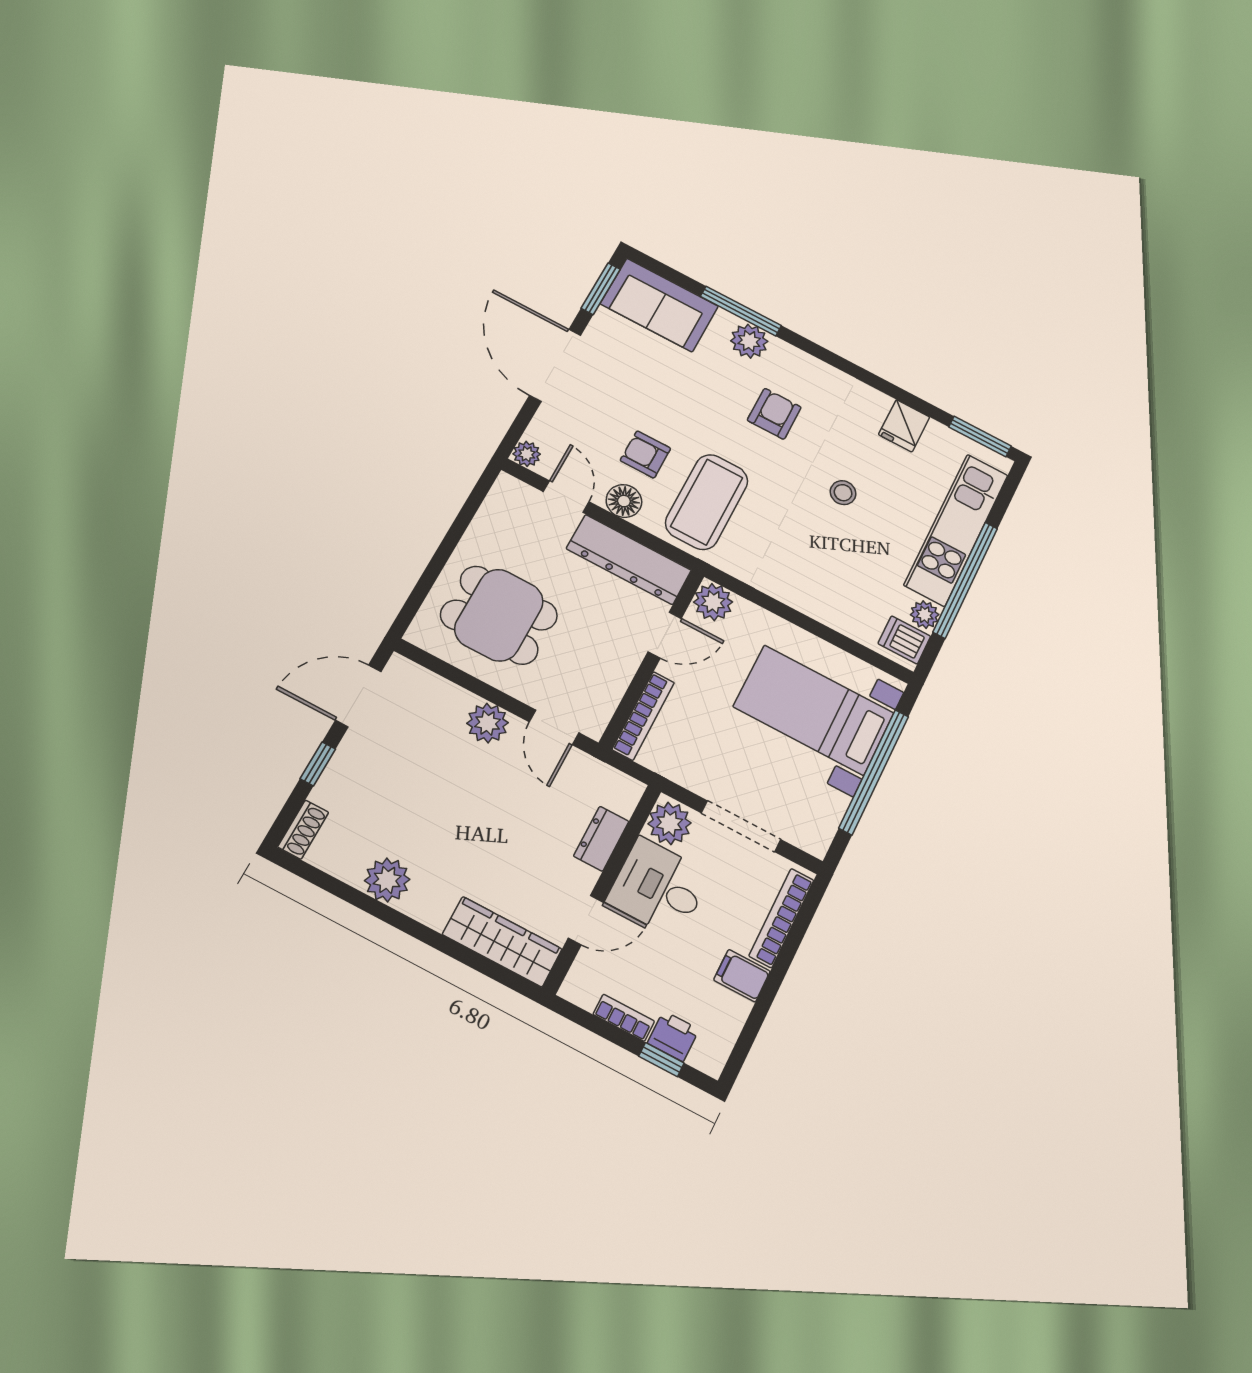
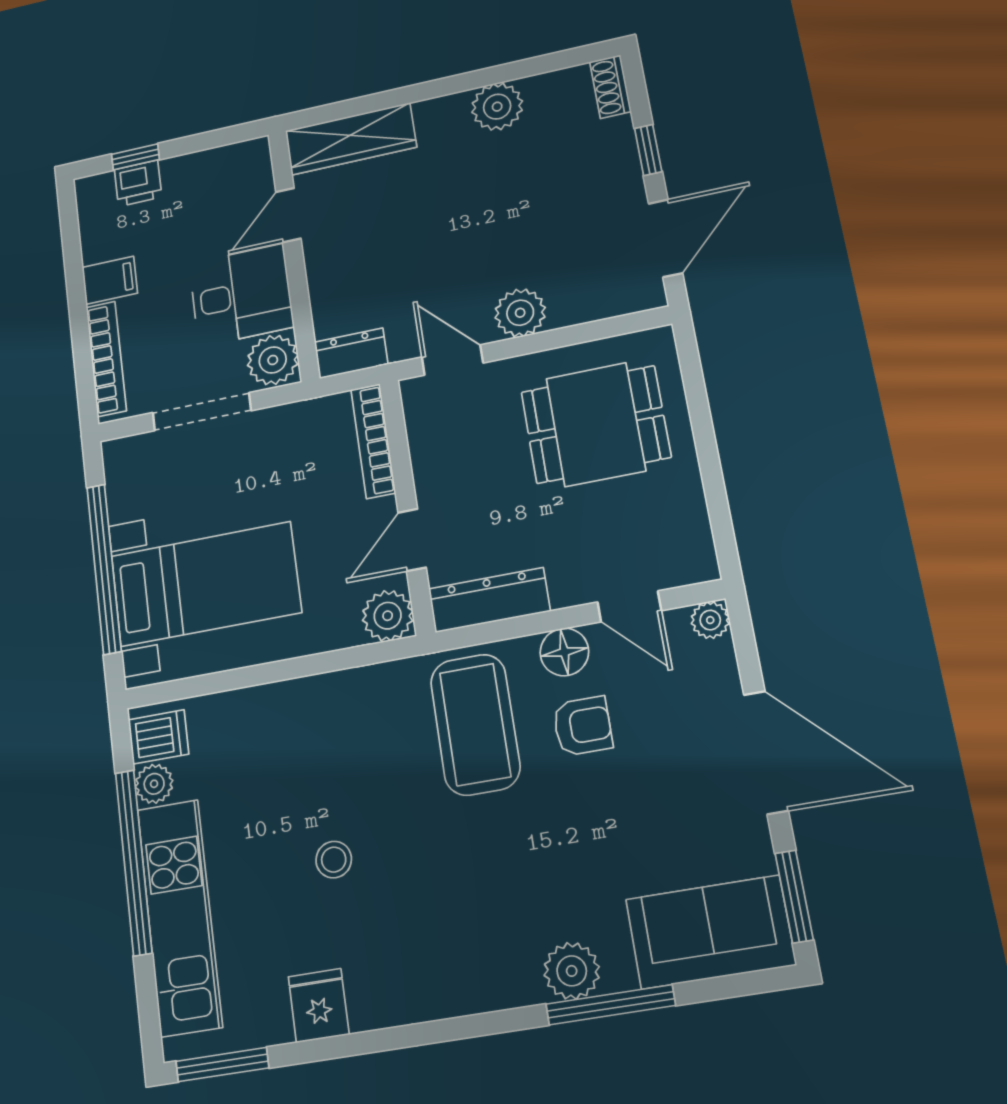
armchair: (774, 414) -> (477, 897), removed
dresser: (629, 559) -> (489, 600), width x0.73, depth x0.80
dresser: (601, 839) -> (351, 353), moved, turned -90
bookcase: (624, 1018) -> (194, 164), removed

